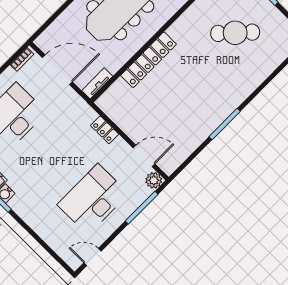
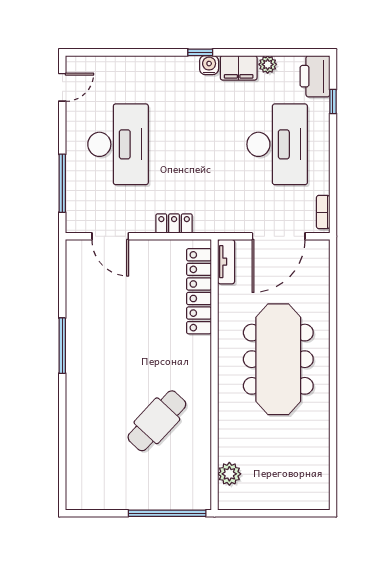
cafe table: (235, 33) -> (157, 421), moved
locker: (149, 60) -> (199, 291), moved
door: (144, 156) -> (110, 236), hinge flipped
plant: (154, 180) -> (77, 222), removed

